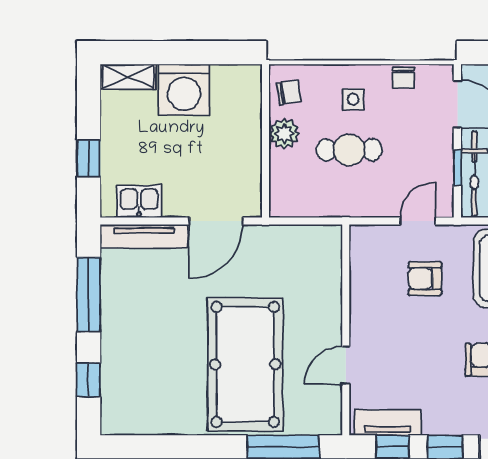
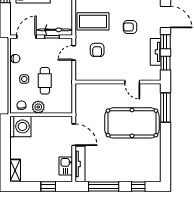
washing machine: (184, 90) -> (20, 126), moved
door: (418, 221) -> (74, 53), hinge flipped
tv unit: (388, 423) -> (156, 52), moved

